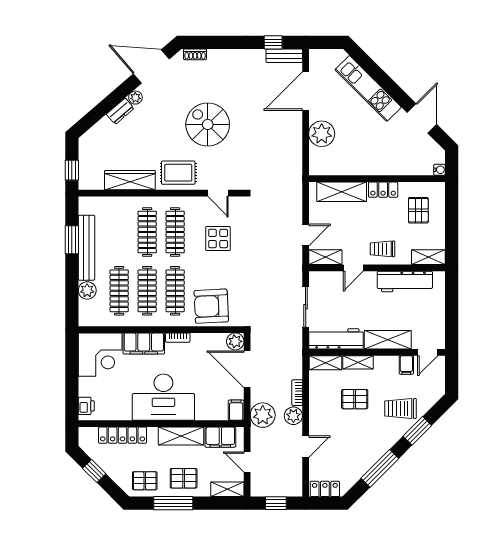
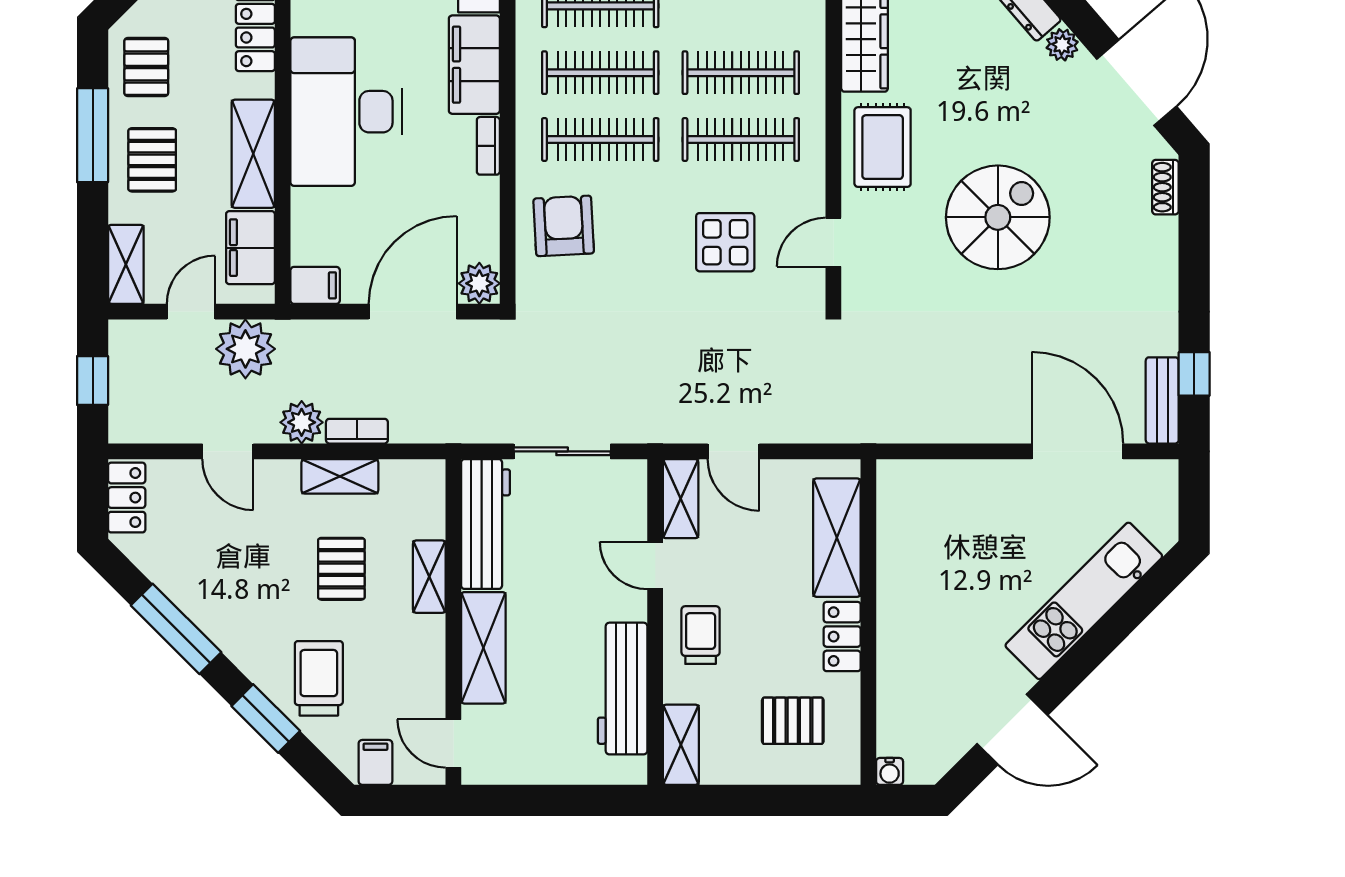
plant: (322, 134) -> (976, 490), removed
armchair: (211, 306) -> (564, 226), width x0.73, depth x0.73
shelving: (325, 363) -> (340, 476), moved, turned 90
filing cabinet: (406, 365) -> (375, 762), moved, turned 90
plant: (263, 415) -> (245, 349), moved

